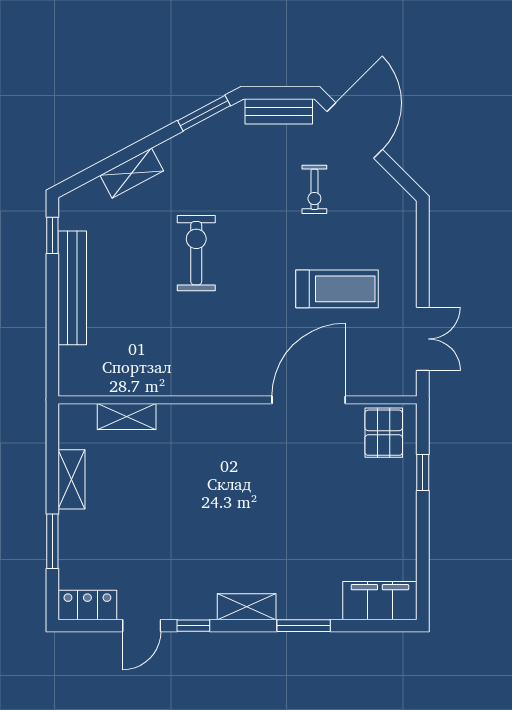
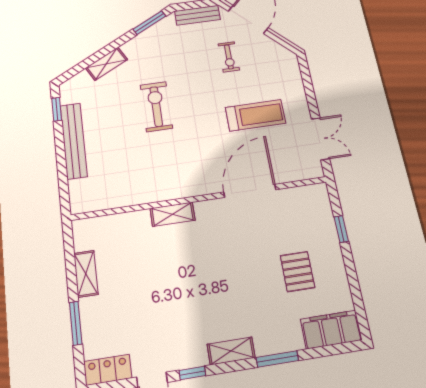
shelving: (127, 416) -> (173, 214), moved
pallet: (384, 433) -> (297, 272), moved

